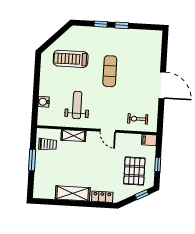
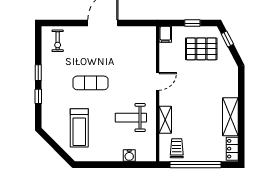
exercise bike: (138, 119) -> (58, 41), moved
window: (32, 160) -> (195, 165), width x2.11
locker: (102, 197) -> (232, 149), moved

